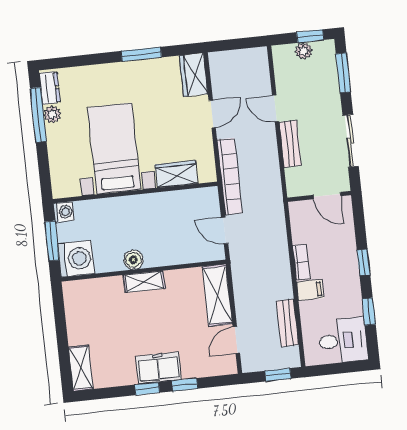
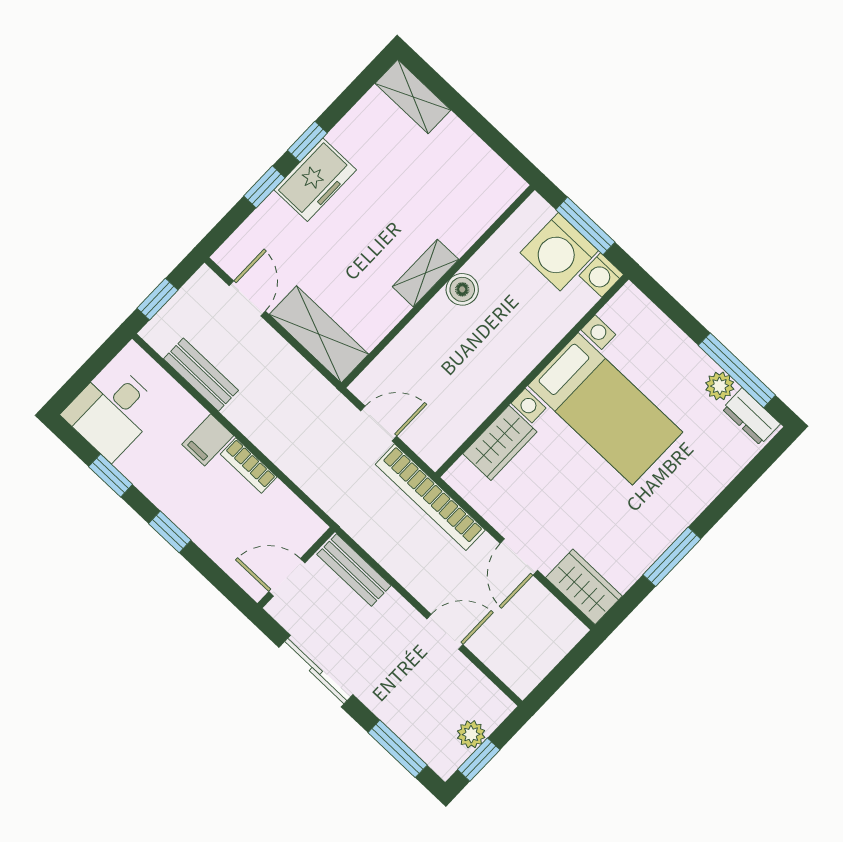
bench: (290, 144) -> (354, 570), moved
washing machine: (76, 259) -> (559, 252), moved

